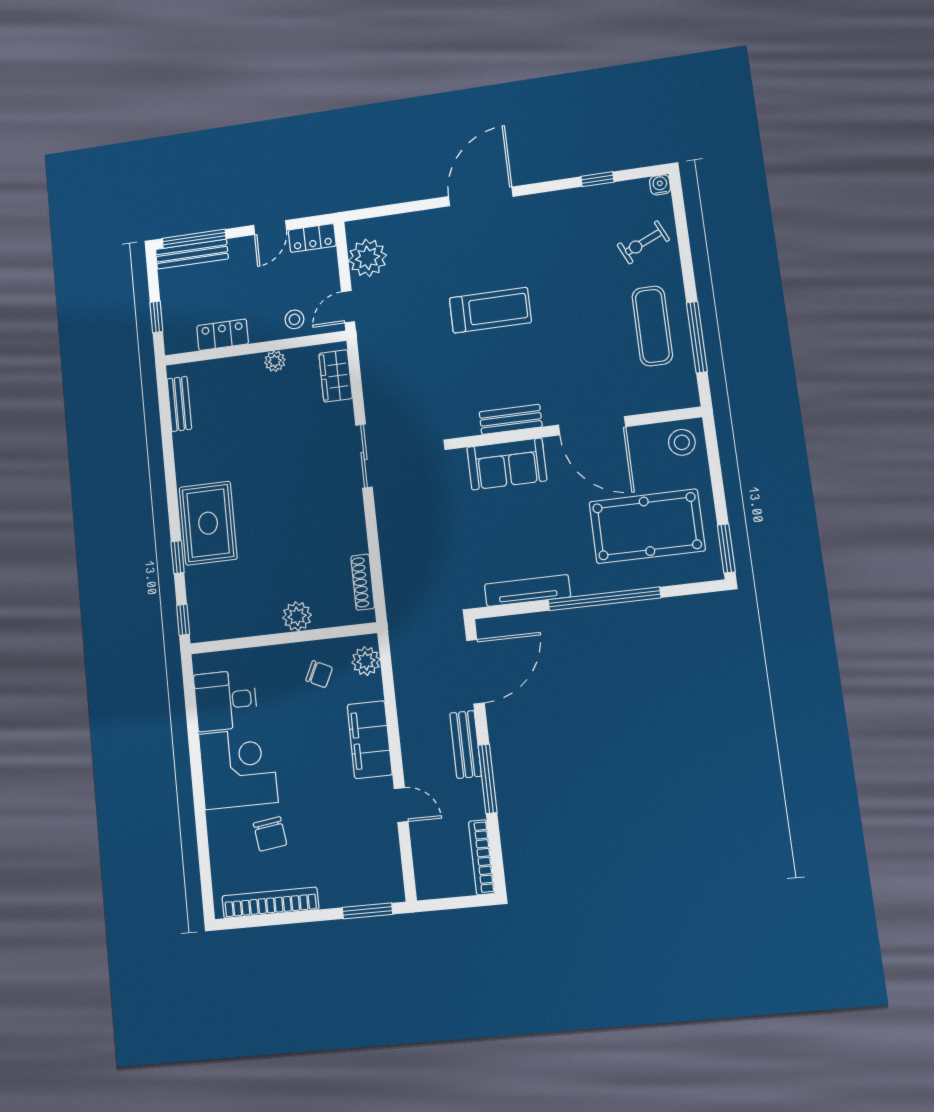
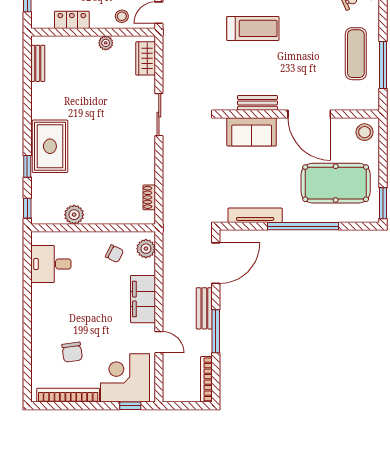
shoe rack: (363, 582) -> (149, 197), width x0.70
plant: (297, 616) -> (74, 215), moved
corner desk: (238, 768) -> (125, 378), moved, turned -90
window: (367, 911) -> (130, 406), width x0.67

